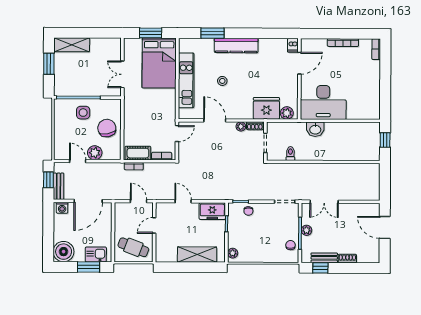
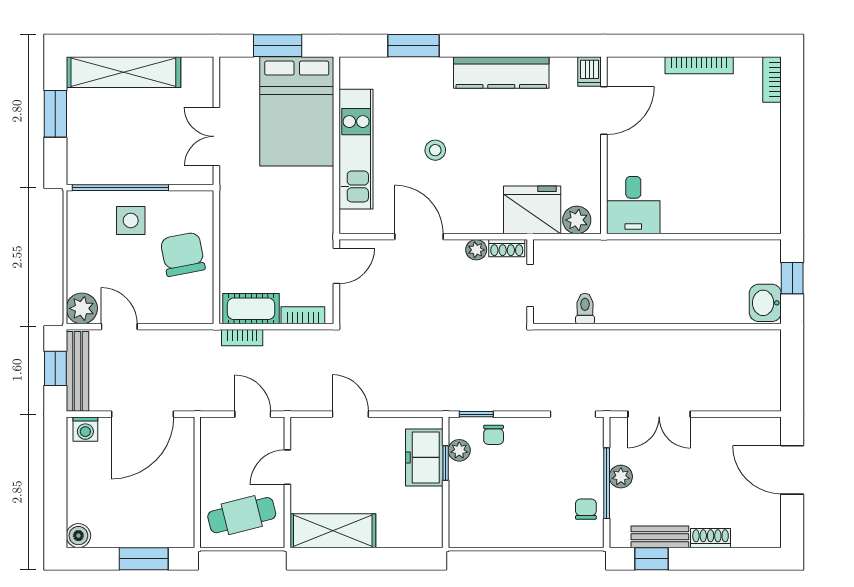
shelving: (72, 45) -> (123, 72), width x1.47
kitchen counter: (236, 45) -> (501, 72), moved
desk: (323, 102) -> (633, 205), width x0.53, depth x0.77
washbasin: (315, 129) -> (765, 303), moved, turned 90
plant: (95, 153) -> (82, 308), moved
bench: (59, 186) -> (77, 371), width x1.36
freezer: (212, 211) -> (424, 457), moved, turned 90
cafe table: (133, 247) -> (242, 515), turned -35
boiler: (64, 252) -> (78, 536), width x0.54, depth x0.54
plant: (233, 253) -> (459, 450), moved
kitchen sink: (96, 254) -> (160, 531), removed
shelving: (197, 255) -> (333, 531), moved

